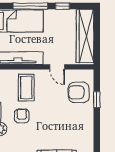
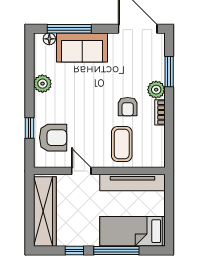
plant: (87, 134) -> (42, 84), added

